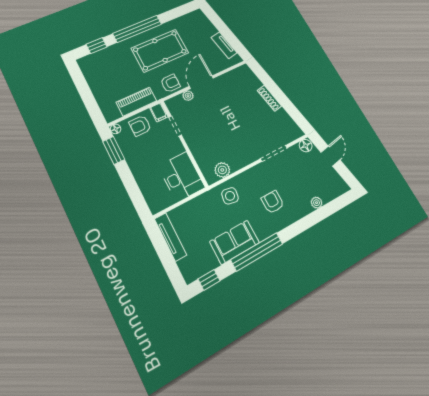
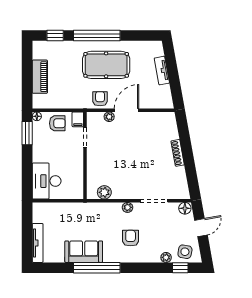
tv unit: (224, 45) -> (162, 71), moved
armchair: (170, 83) -> (100, 99), turned -90
piano: (136, 102) -> (40, 77), moved, turned 90
armchair: (140, 126) -> (57, 123), turned 180
plant: (253, 173) -> (128, 207), added
desk: (182, 177) -> (47, 181), moved, turned 180
side table: (230, 196) -> (185, 252), moved
tv unit: (170, 237) -> (38, 243), moved
window: (209, 280) -> (180, 268), moved

